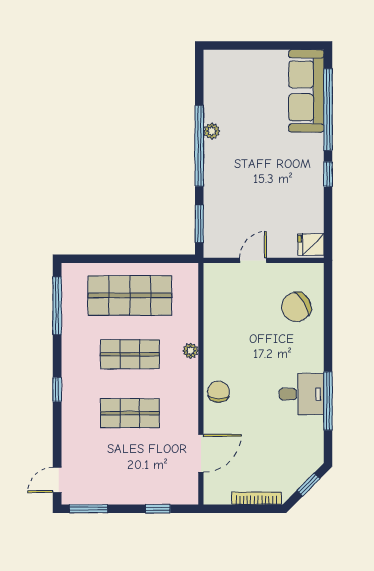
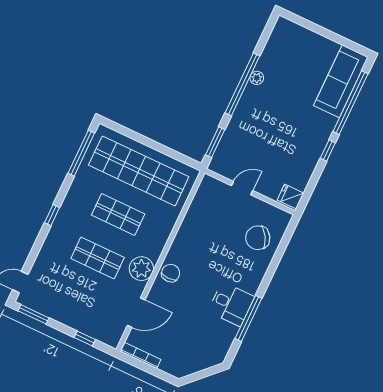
shop shelf: (130, 295) -> (139, 171), width x1.40
plant: (191, 351) -> (141, 269), moved, width x1.87, depth x1.87
window: (308, 485) -> (205, 373), removed
bookcase: (256, 498) -> (140, 355), moved

